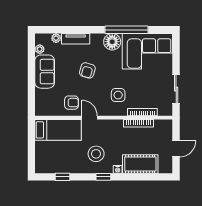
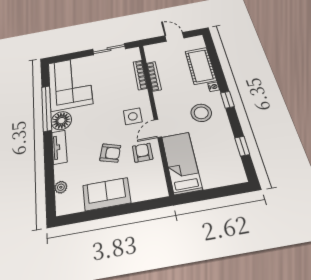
tv unit: (76, 39) -> (59, 147), moved
plant: (40, 49) -> (77, 206), removed
armchair: (87, 70) -> (110, 153), moved
side table: (118, 95) -> (133, 116), moved

